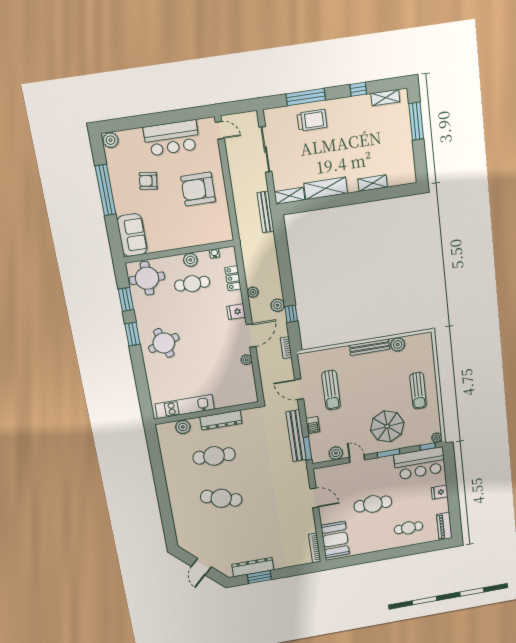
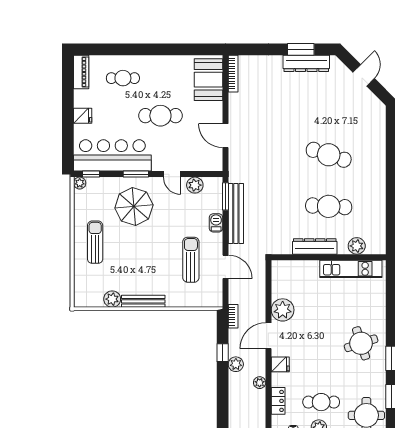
plant: (246, 360) -> (283, 310), width x1.88, depth x1.88
bar counter: (420, 463) -> (112, 155), width x1.36

